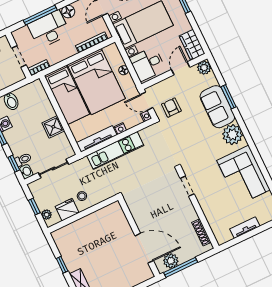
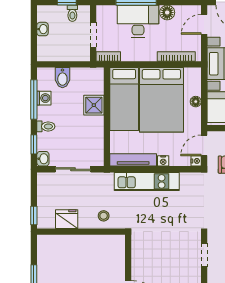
door: (146, 101) -> (204, 145), hinge flipped
shower: (53, 127) -> (94, 105), moved
toilet: (23, 159) -> (46, 126), moved
stool: (82, 196) -> (104, 216), moved
window: (34, 206) -> (34, 215), moved
plant: (47, 215) -> (43, 214), removed

